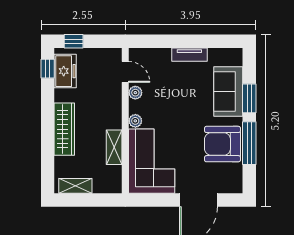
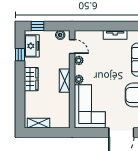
boiler: (108, 55) -> (60, 35), added
window: (48, 69) -> (20, 55), moved
wardrobe: (64, 129) -> (31, 79), width x0.67
shelving: (114, 147) -> (65, 81), moved

